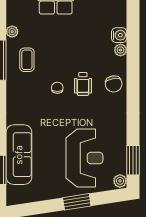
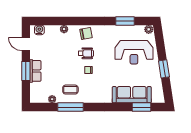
water cooler: (119, 35) -> (39, 30), moved
reception desk: (84, 158) -> (134, 52), turned 180
window: (133, 160) -> (125, 21), moved
window: (77, 202) -> (164, 69), moved

